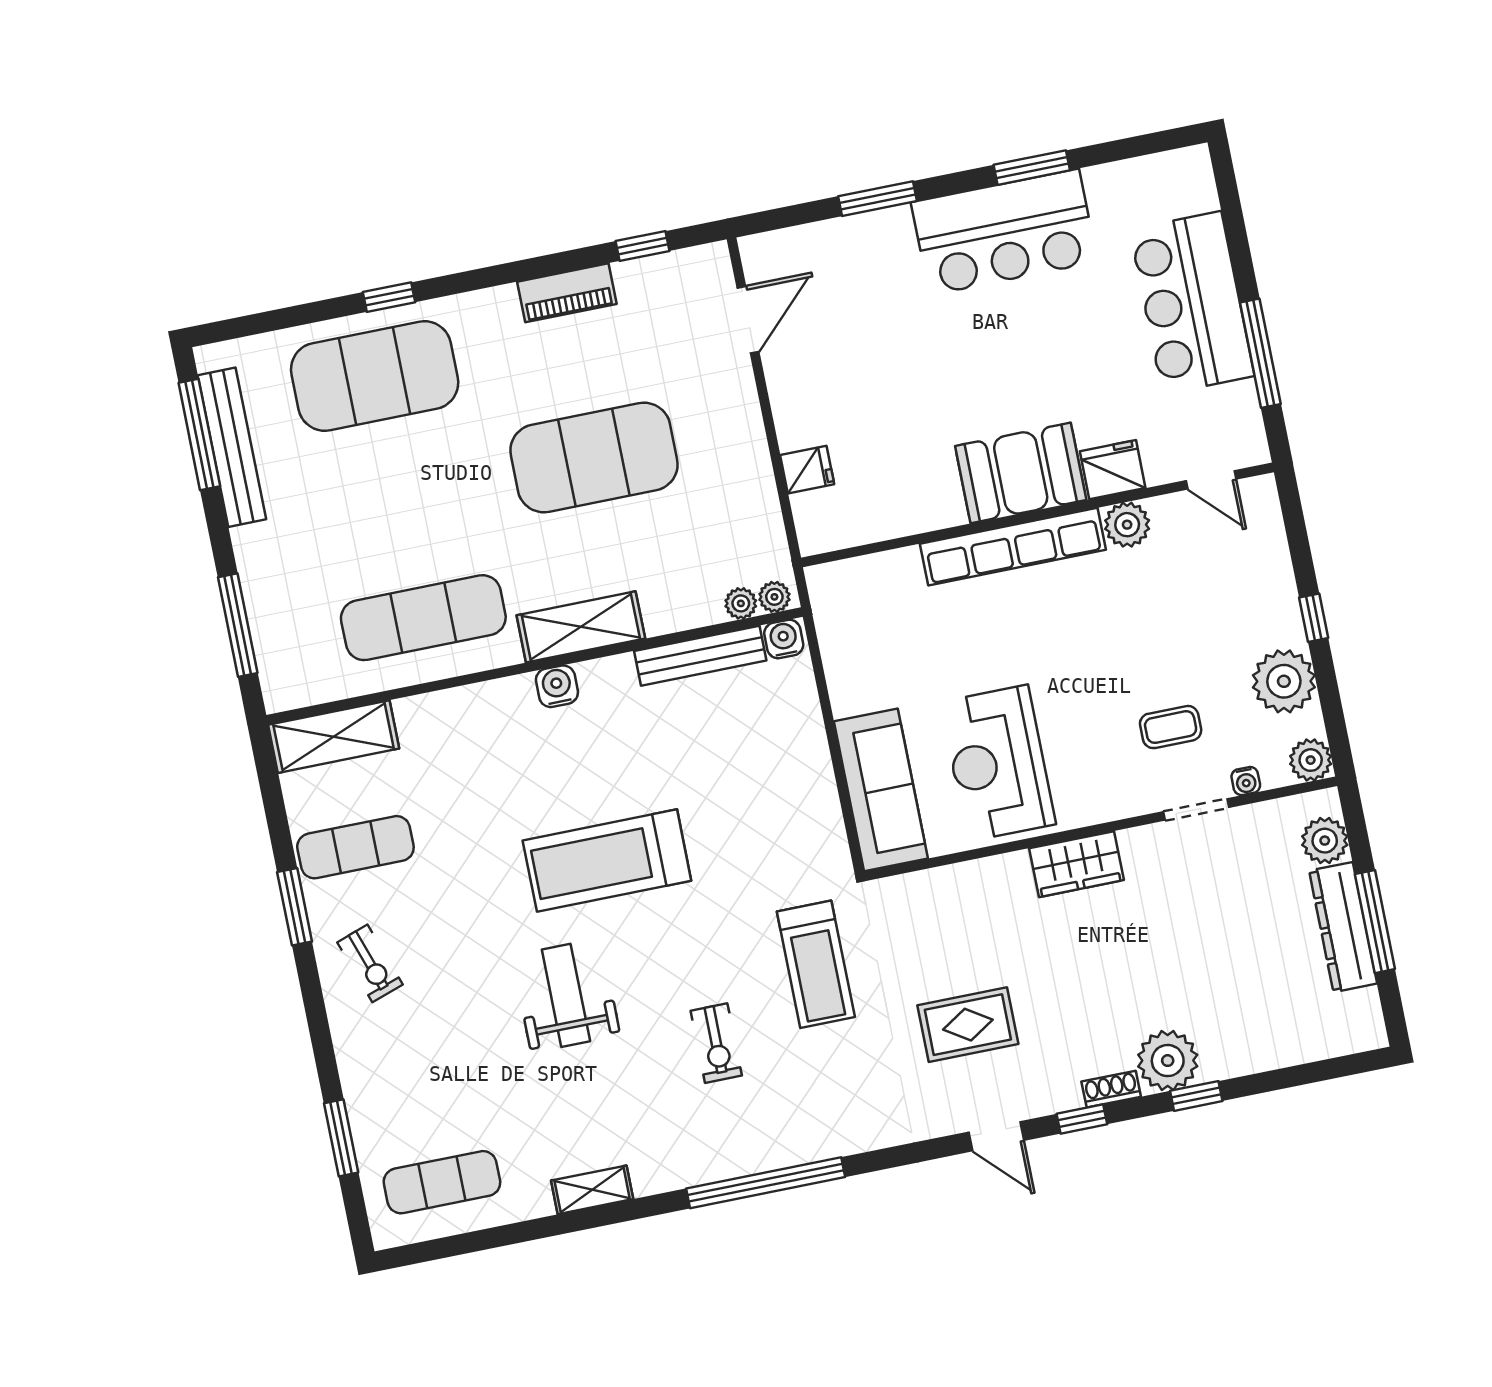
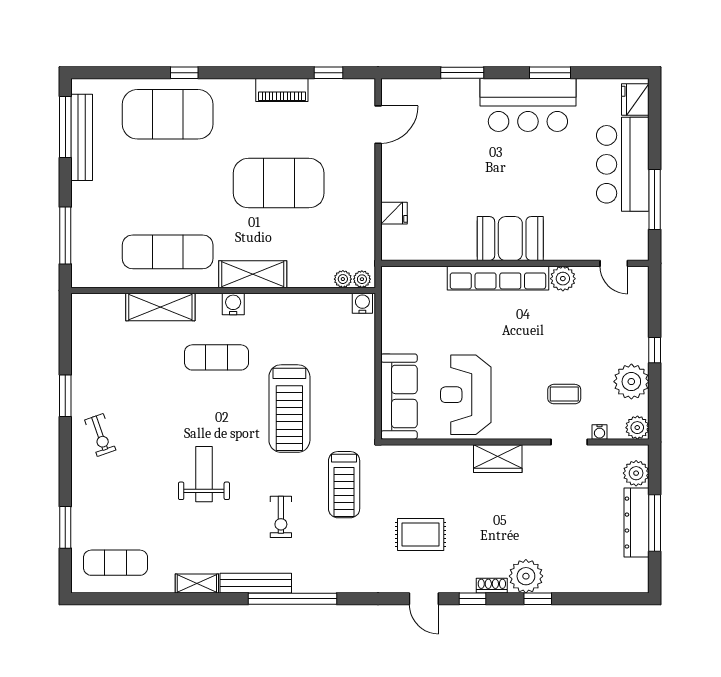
fridge: (1113, 470) -> (635, 99), moved, turned -90
bench: (700, 656) -> (256, 583), moved
shelving: (334, 737) -> (160, 307), moved
exercise mat: (355, 847) -> (217, 357), moved
treadmill: (607, 861) -> (289, 409), moved, turned -90

